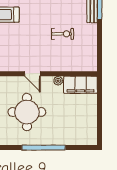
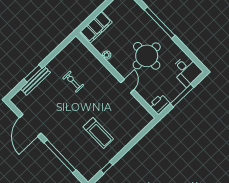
door: (32, 74) -> (127, 86), moved
filing cabinet: (80, 85) -> (96, 27), moved, turned 90

